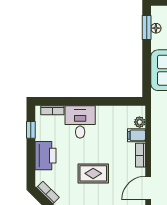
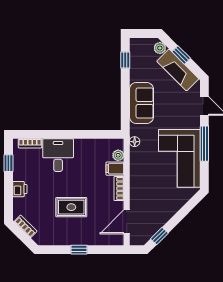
window: (147, 28) -> (125, 60), width x0.67
floor lamp: (156, 28) -> (135, 142), moved
printer: (46, 156) -> (20, 189), width x0.53, depth x0.68

